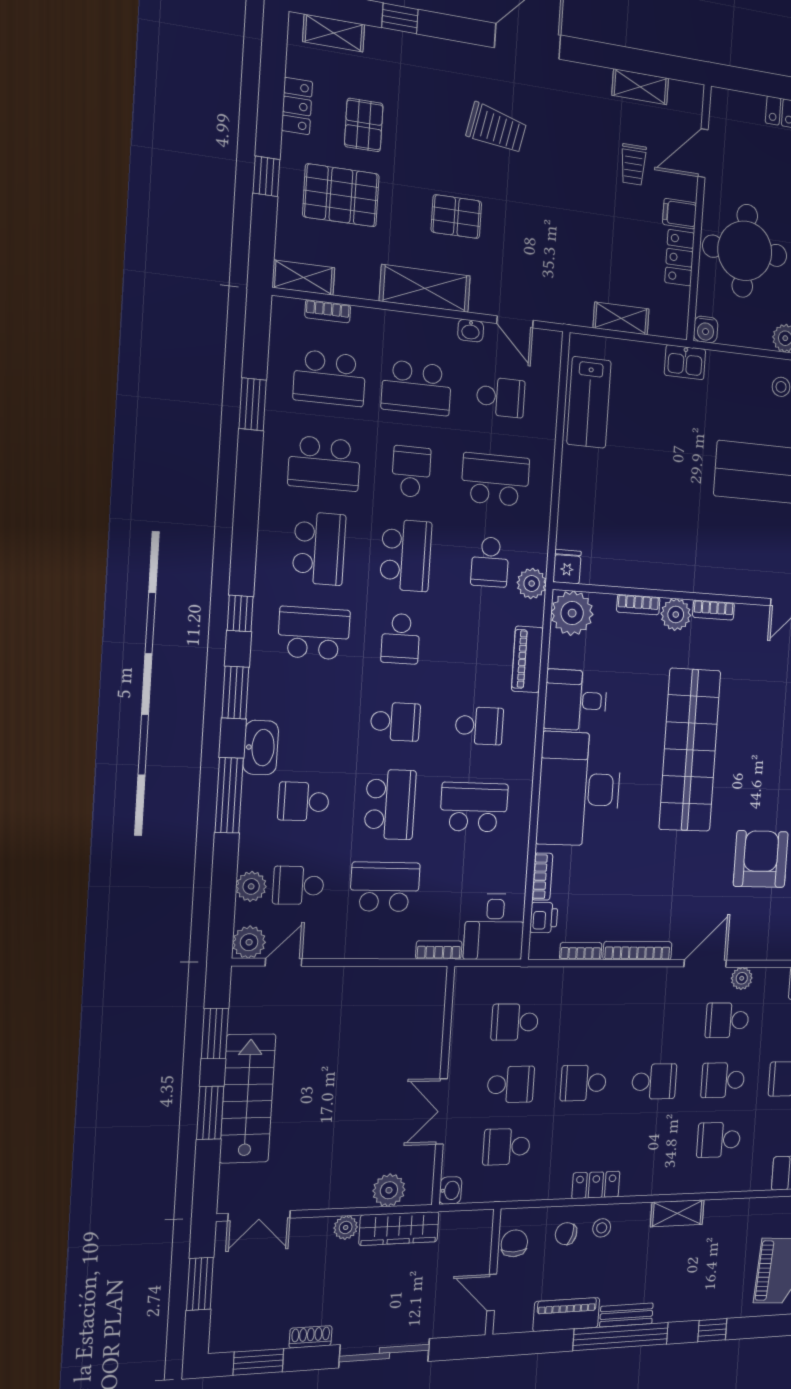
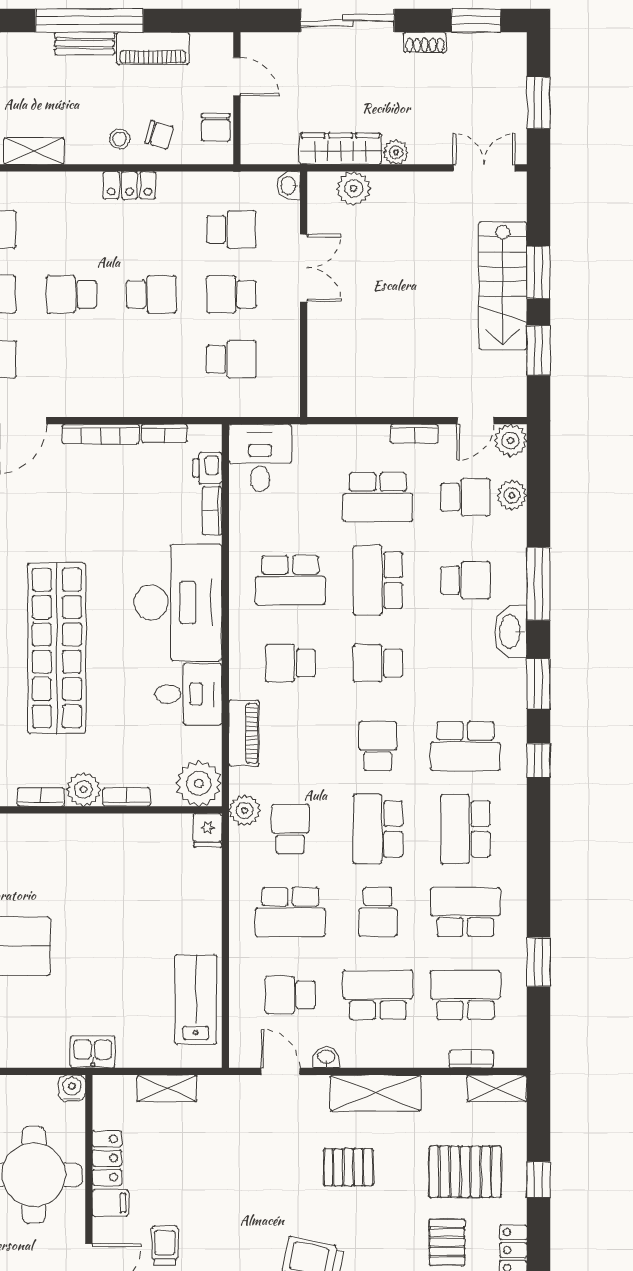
bookcase: (439, 950) -> (414, 434), moved

